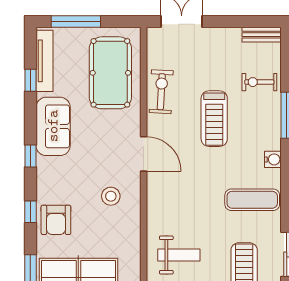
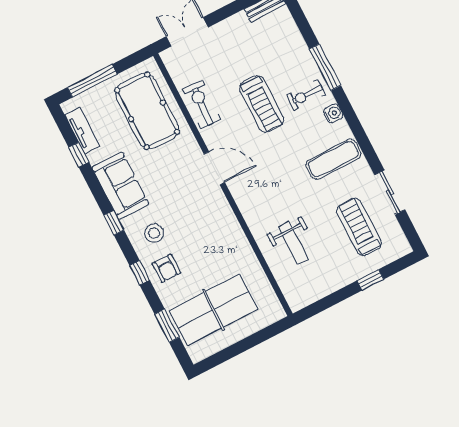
tv unit: (44, 61) -> (82, 131), width x0.71
exercise bike: (259, 82) -> (306, 95), moved
stool: (111, 196) -> (154, 233), moved
armchair: (56, 220) -> (166, 268), width x0.72, depth x0.72
weight bench: (179, 255) -> (293, 243), turned 90

